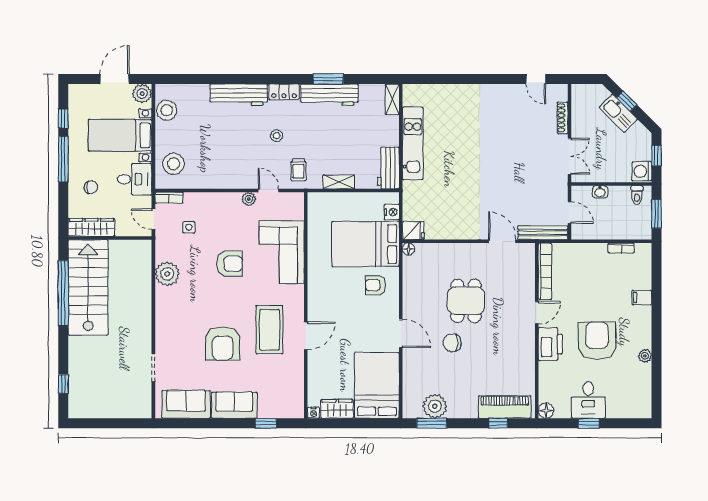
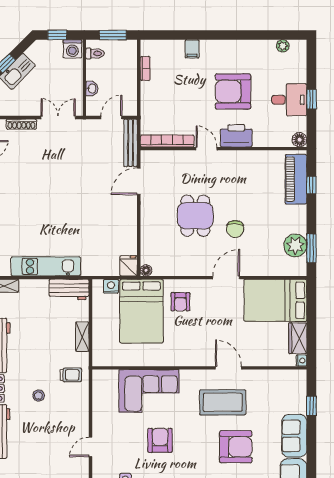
door: (268, 190) -> (91, 447), moved
plant: (249, 199) -> (99, 422), removed
dining table: (466, 301) -> (195, 216), turned 90
plant: (645, 356) -> (283, 46), moved

